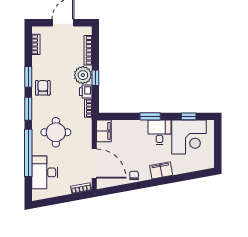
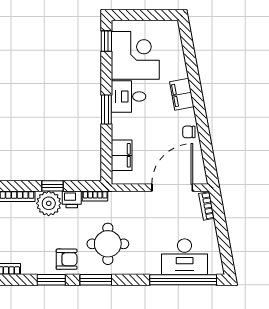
armchair: (43, 88) -> (67, 259), turned 180
window: (189, 116) -> (106, 41), moved
filing cabinet: (104, 131) -> (122, 155), moved, turned 90
round table: (56, 132) -> (108, 244), moved
window: (28, 153) -> (183, 280), moved

